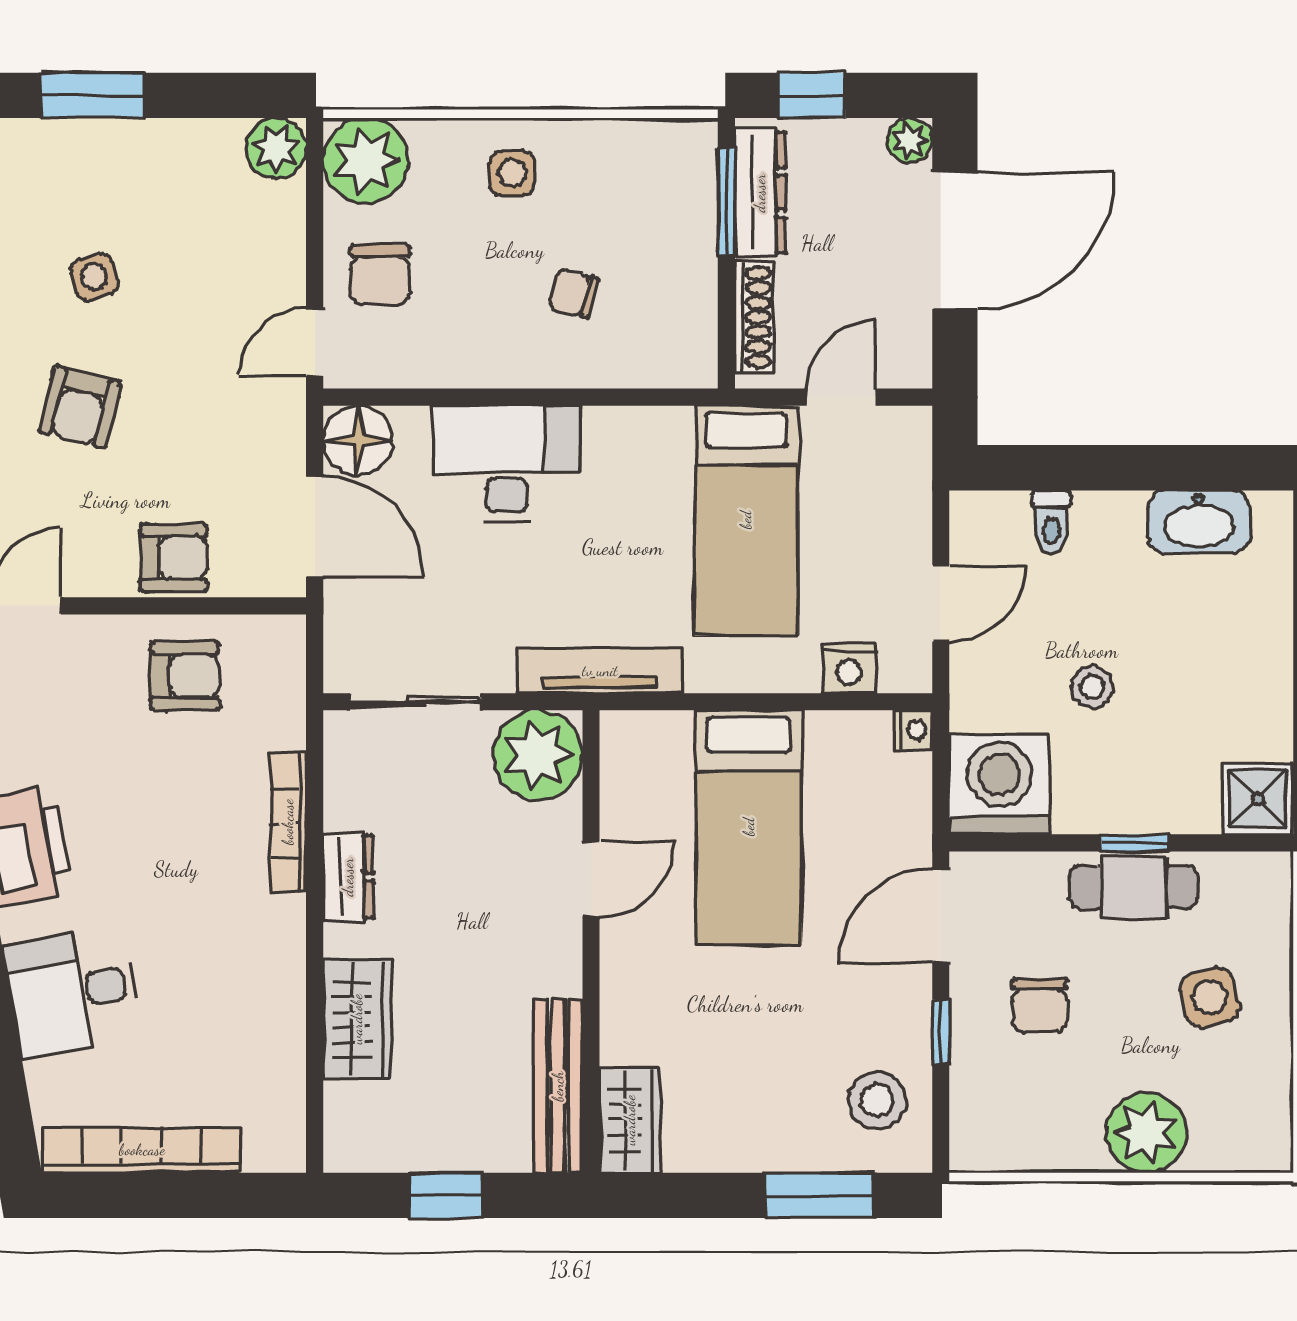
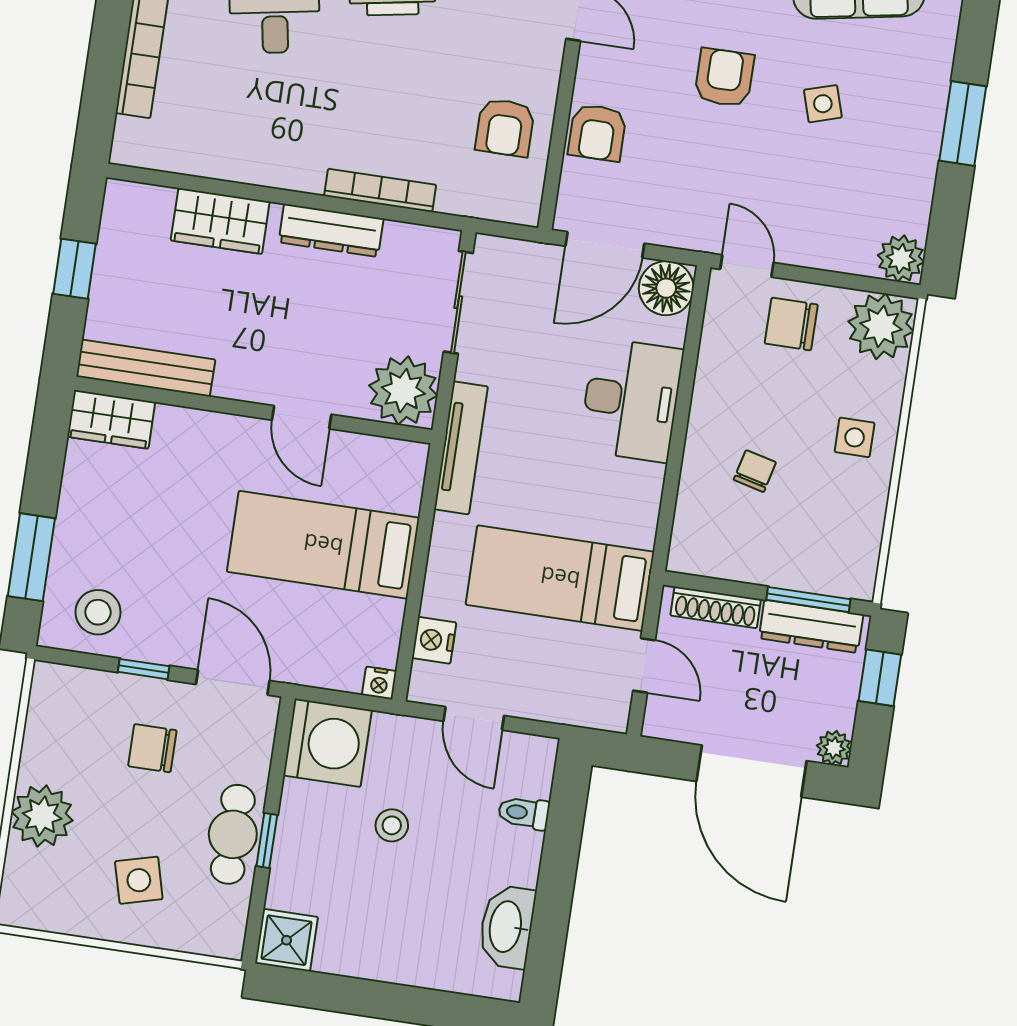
armchair: (80, 407) -> (724, 78), turned 76
dresser: (348, 877) -> (331, 230), width x1.44

